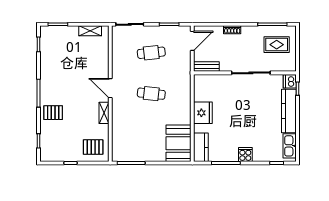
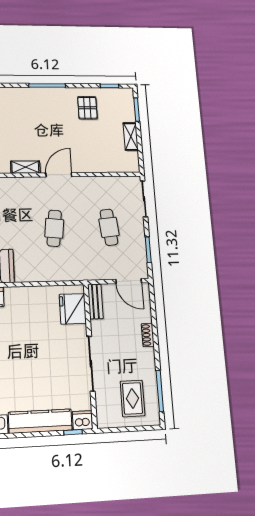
shelving: (90, 31) -> (131, 136), moved
pallet: (53, 113) -> (87, 108), moved
fridge: (203, 113) -> (73, 309), moved, turned 90

